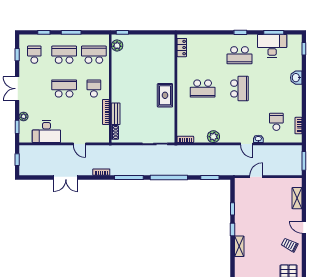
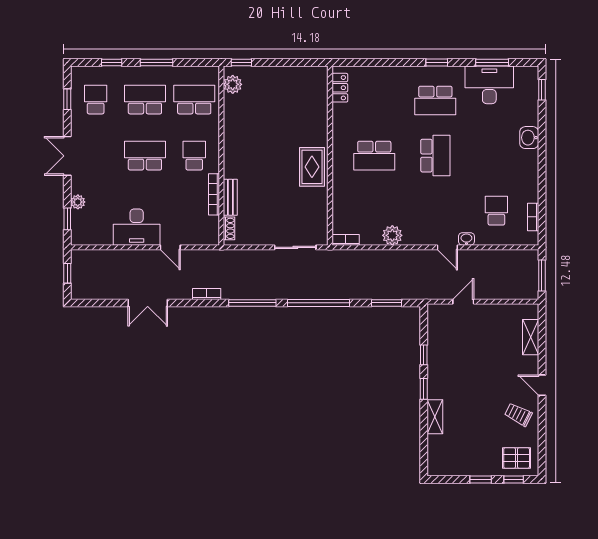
desk: (46, 132) -> (137, 227), moved

